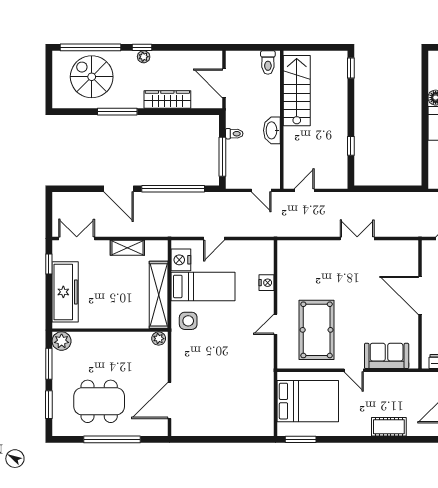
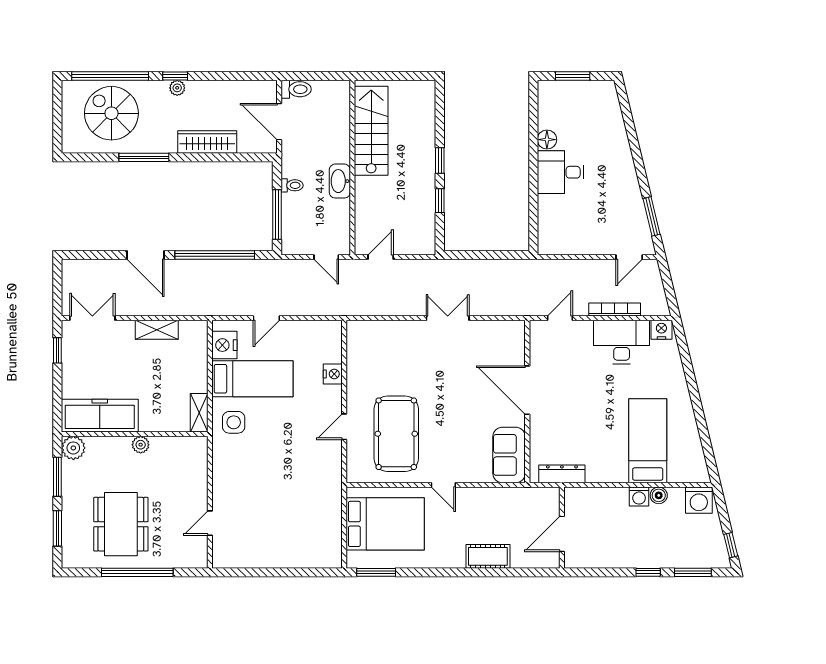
toilet: (268, 62) -> (296, 89), moved, turned -90
window: (351, 68) -> (440, 161), moved
freezer: (65, 292) -> (100, 416), moved, turned -90
shelving: (159, 295) -> (199, 413), width x0.45, depth x0.75
plant: (159, 339) -> (141, 445), moved
sofa: (387, 356) -> (509, 455), moved, turned -90
dining table: (99, 401) -> (121, 524), turned 90
door: (169, 401) -> (210, 523), width x0.53

